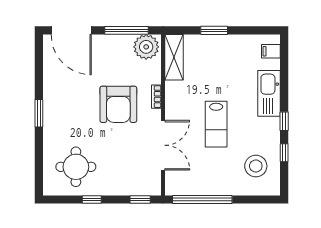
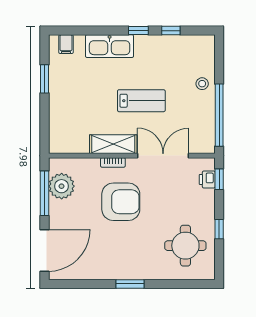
window: (214, 30) -> (44, 79), moved
plant: (146, 47) -> (62, 186), moved
shelving: (174, 57) -> (113, 144), moved
stool: (256, 166) -> (202, 84), moved, width x0.53, depth x0.53
printer: (140, 188) -> (207, 179), added

